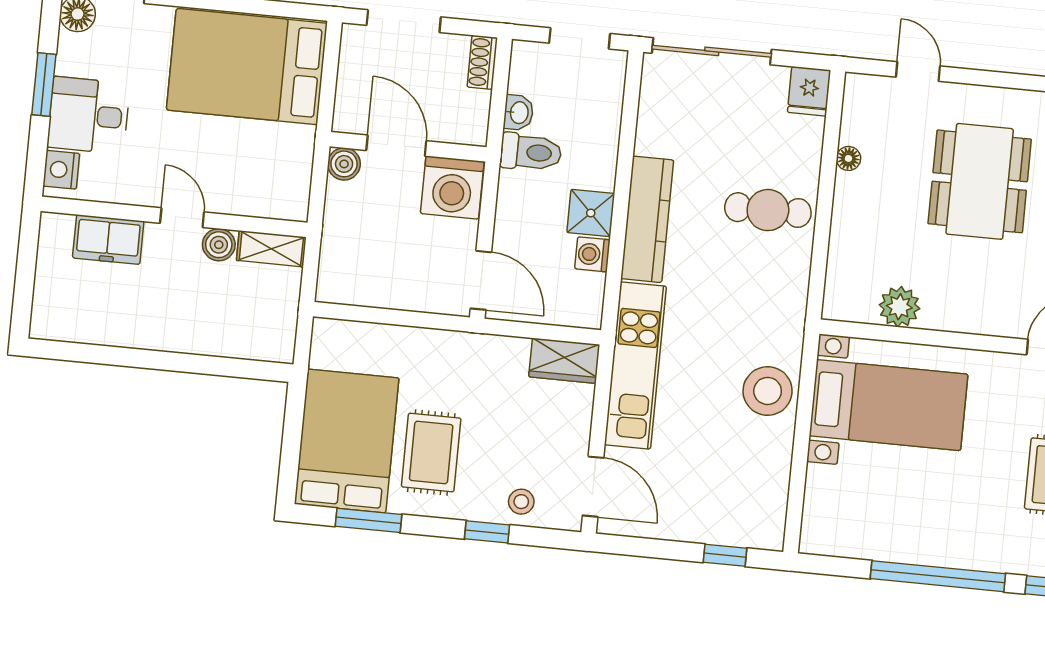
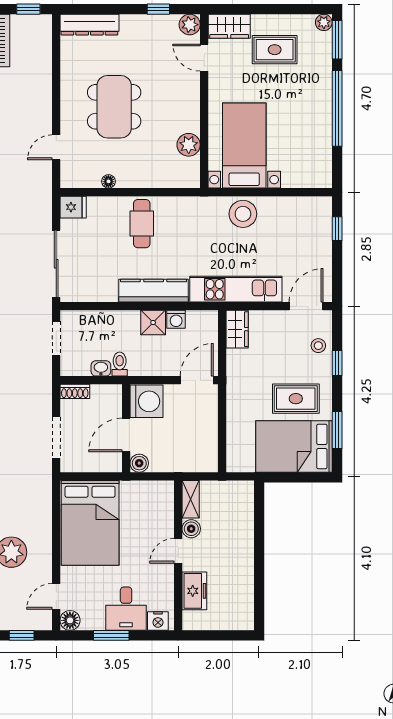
toilet: (531, 152) -> (120, 364), width x0.73, depth x0.72
dining table: (980, 181) -> (114, 107), turned 90

